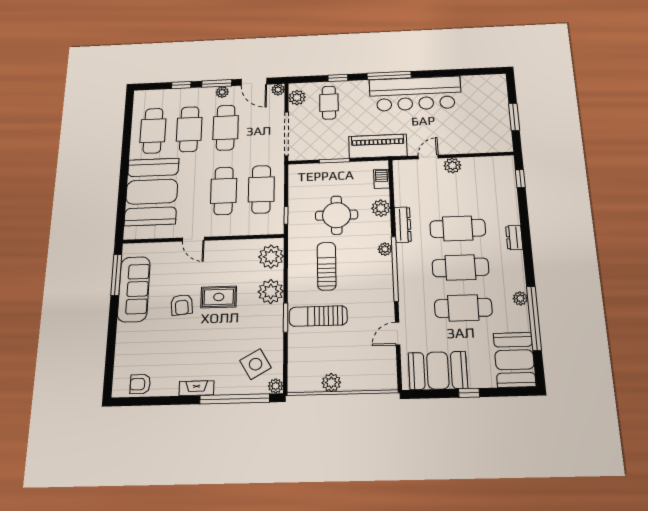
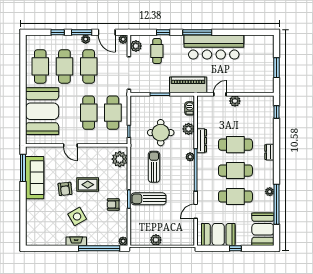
plant: (271, 292) -> (120, 182), removed
side table: (256, 364) -> (77, 216), moved
armchair: (140, 384) -> (113, 204), moved

